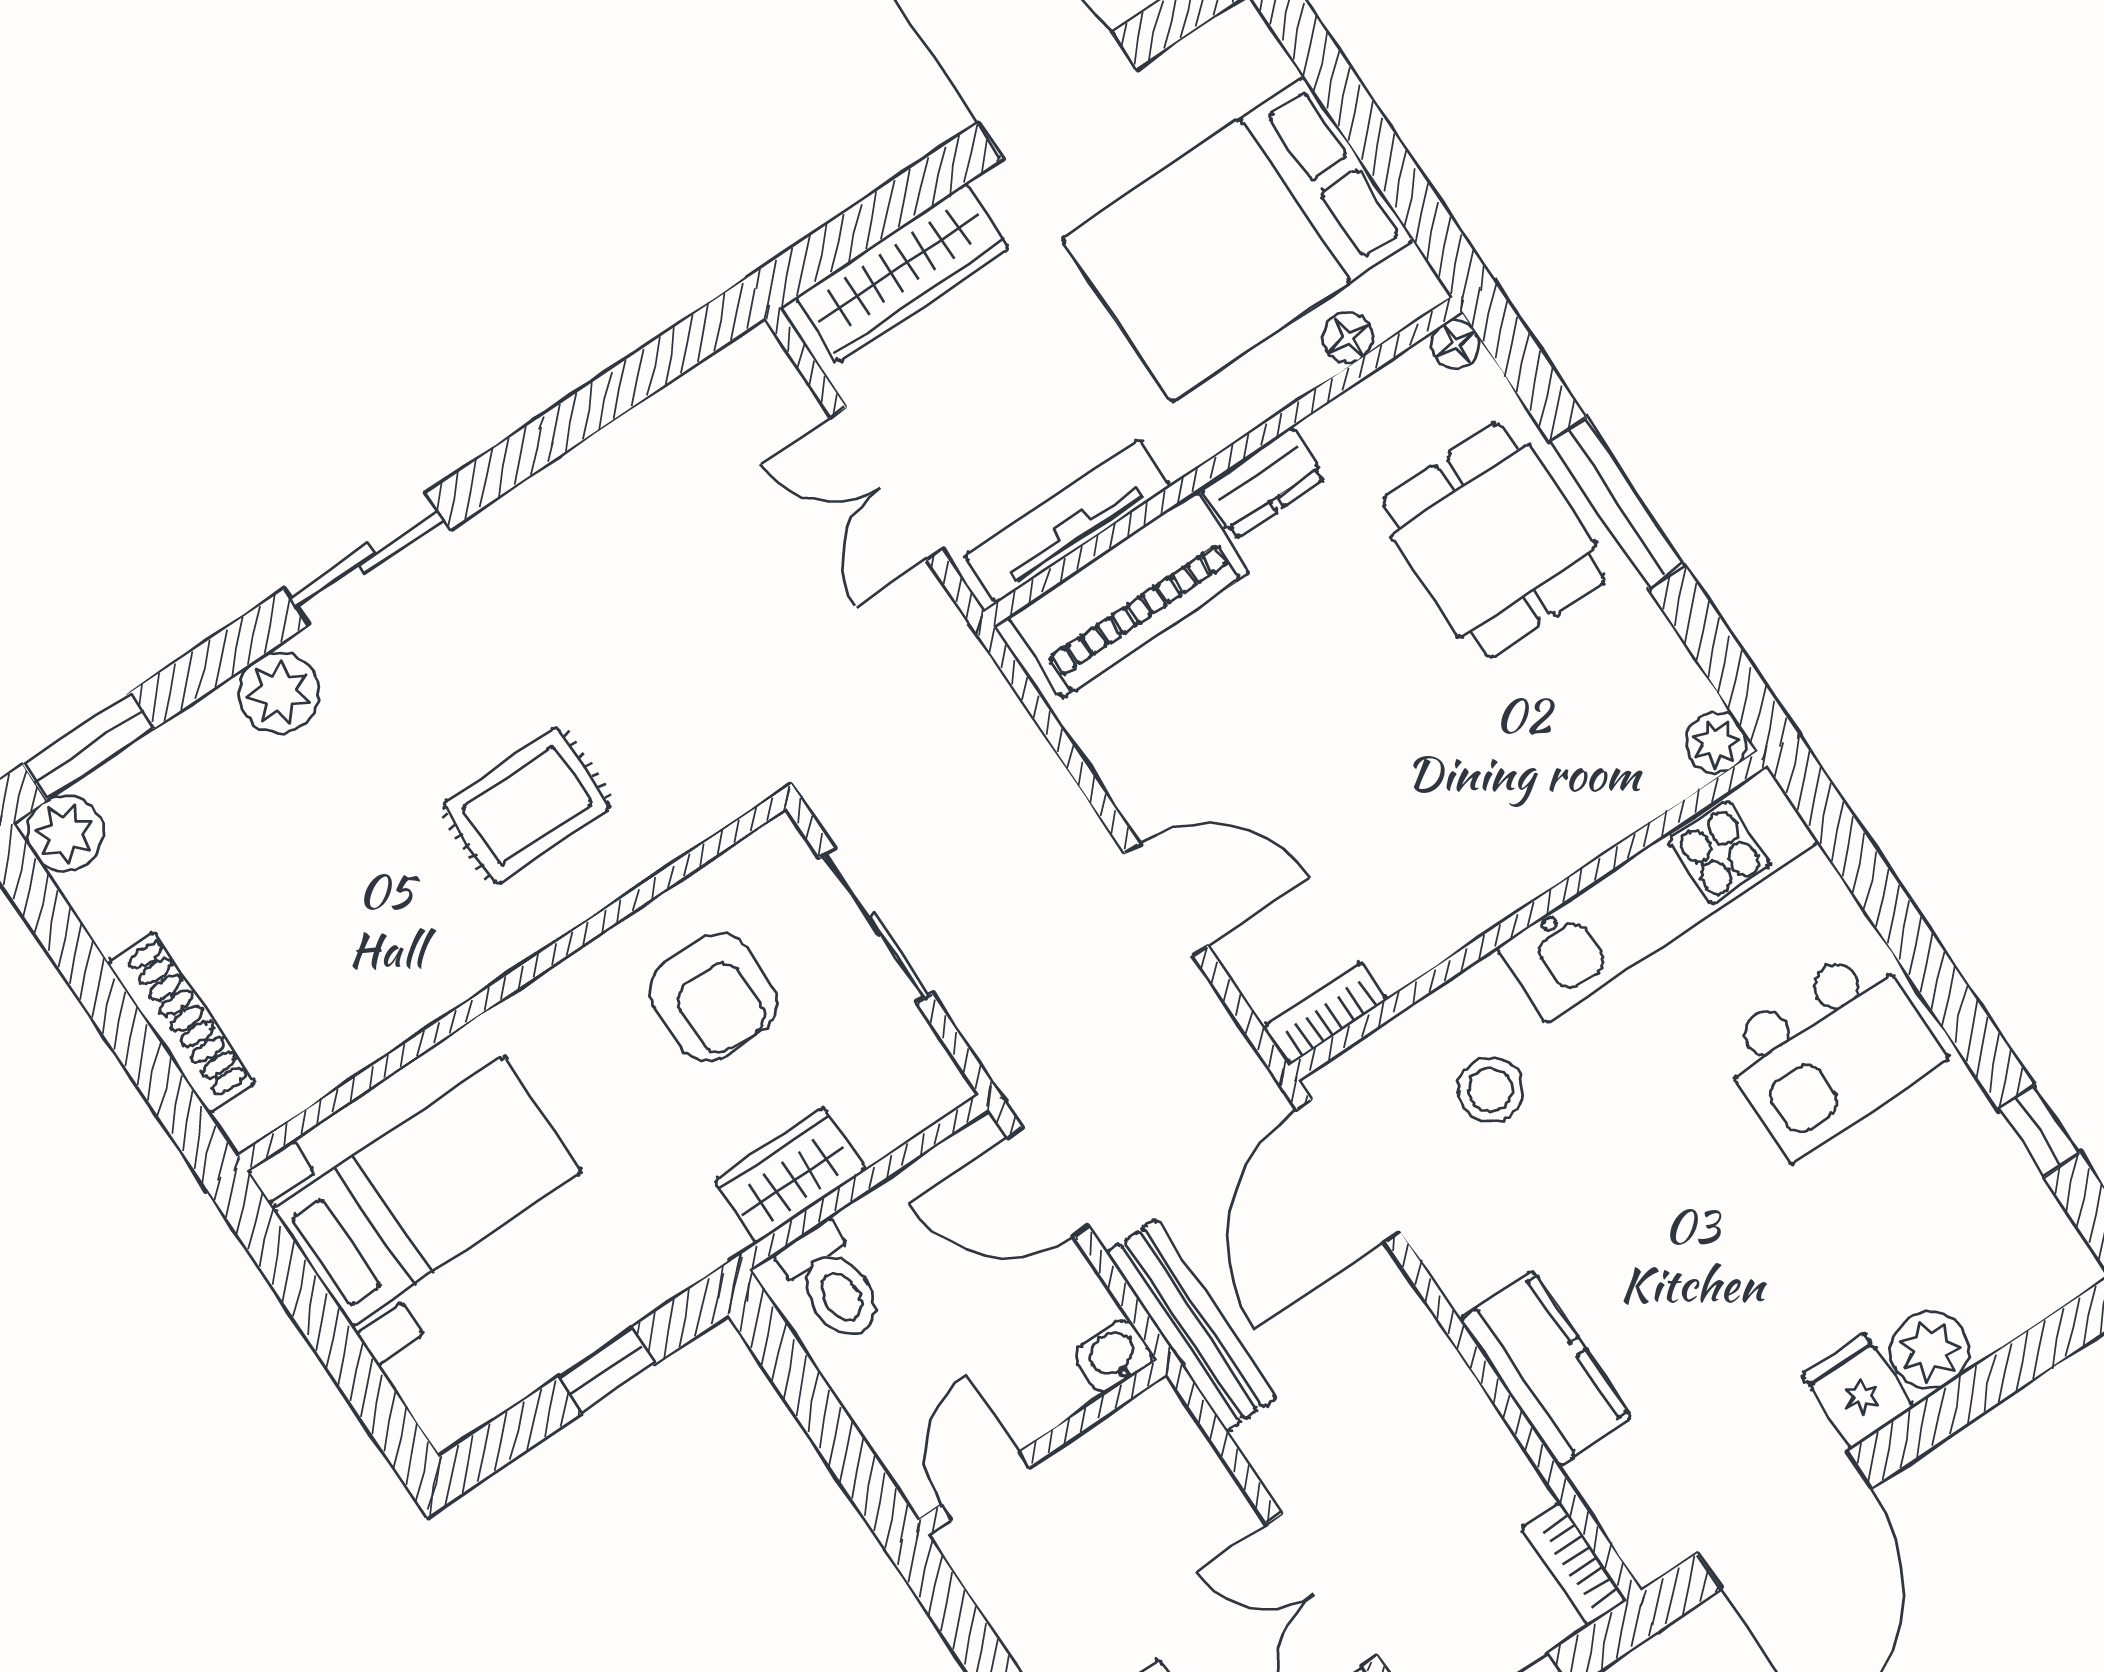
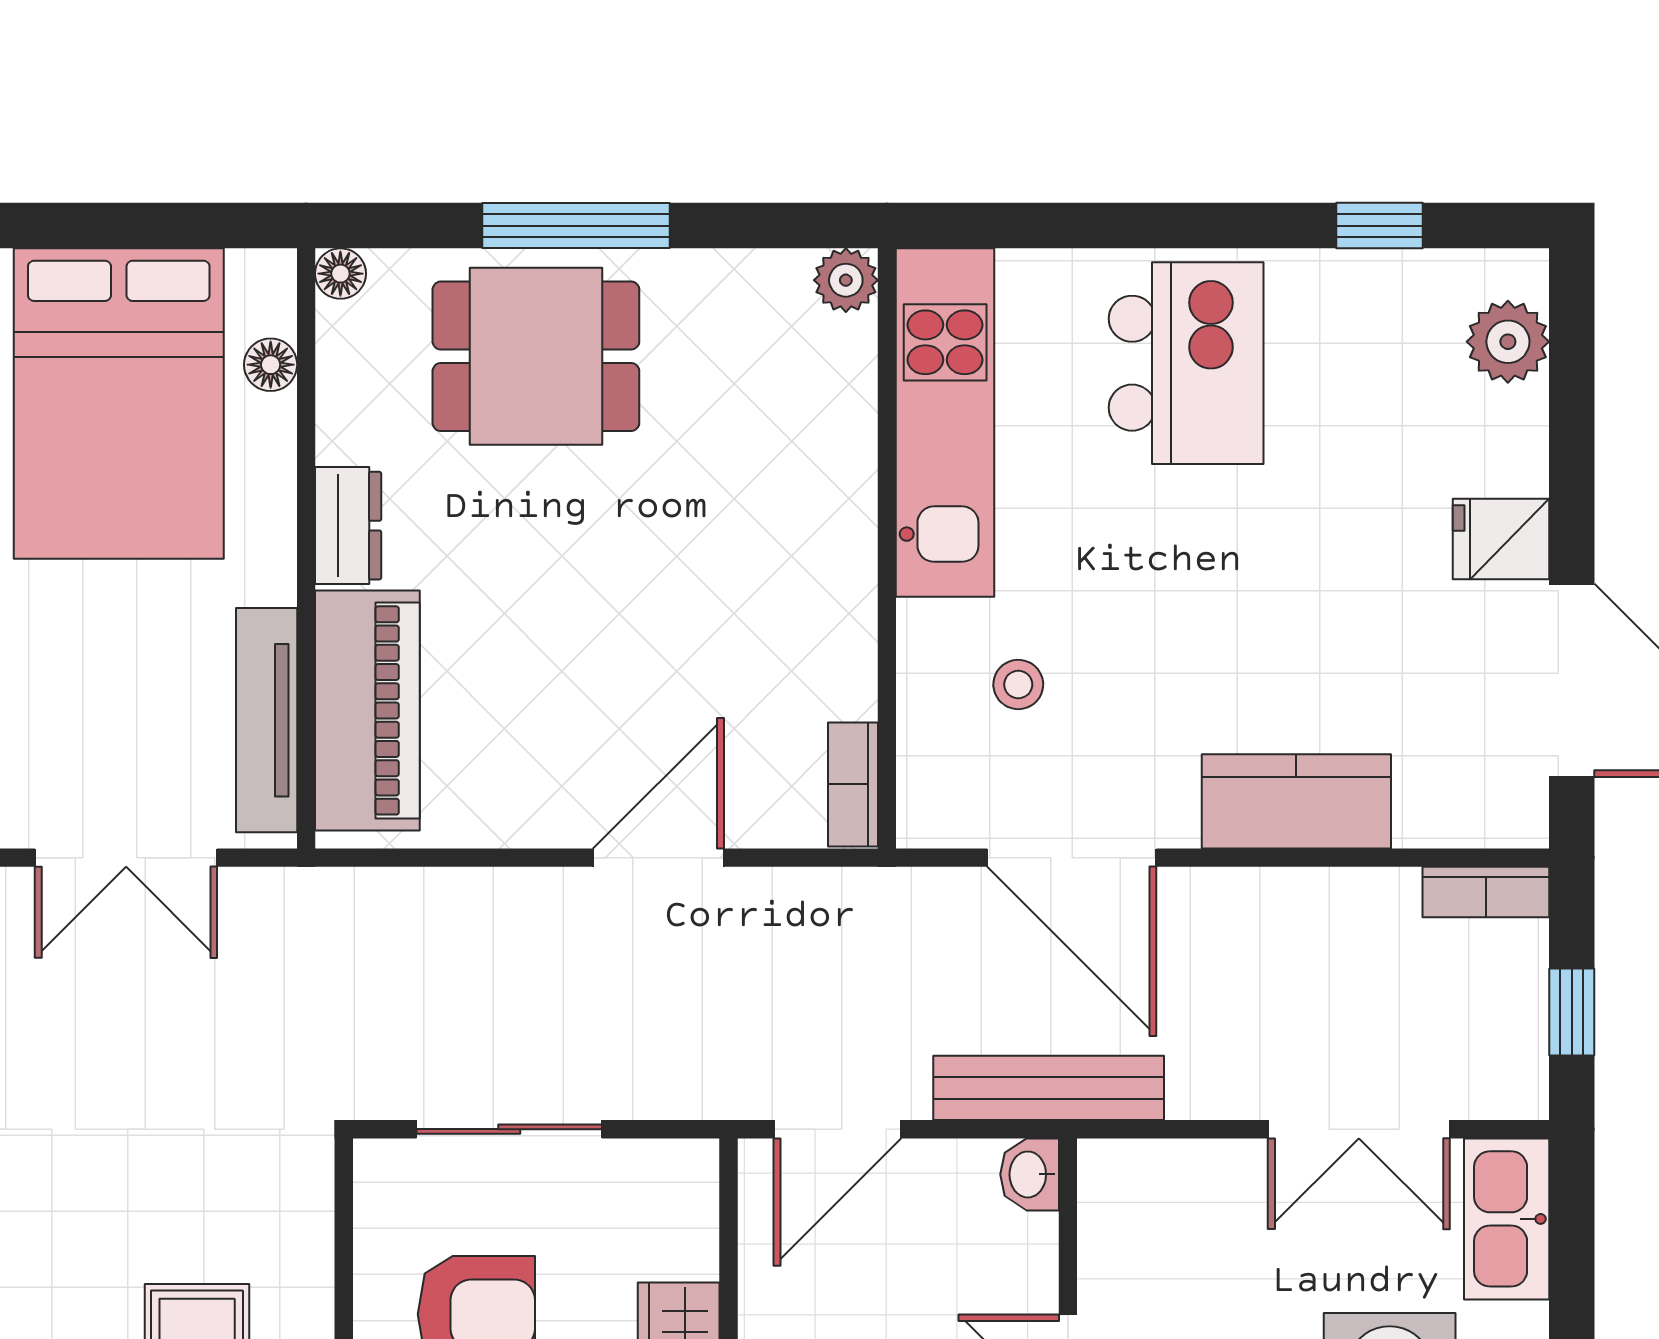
stool: (1491, 1090) -> (1018, 684), width x0.73, depth x0.73
door: (1349, 1171) -> (1072, 858), moved
plant: (1930, 1350) -> (1508, 342), moved

